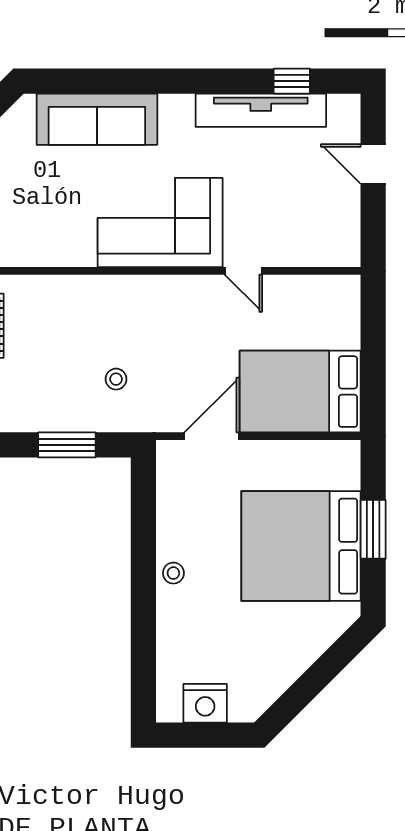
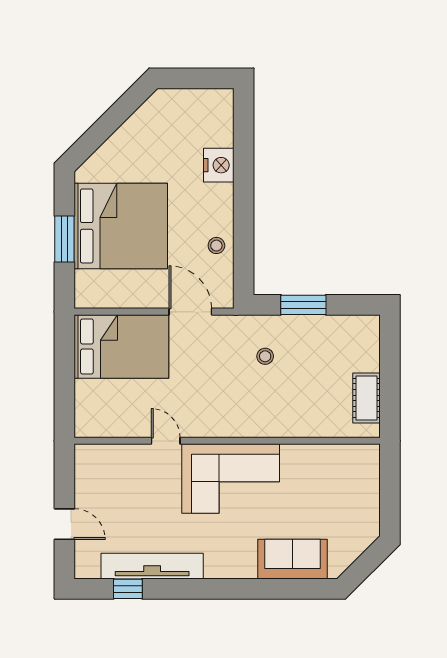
sofa: (97, 119) -> (292, 559), width x0.73
door: (212, 436) -> (190, 312), swing flipped
stool: (173, 573) -> (216, 246), moved
nightstand: (205, 703) -> (219, 165), moved, turned 90

